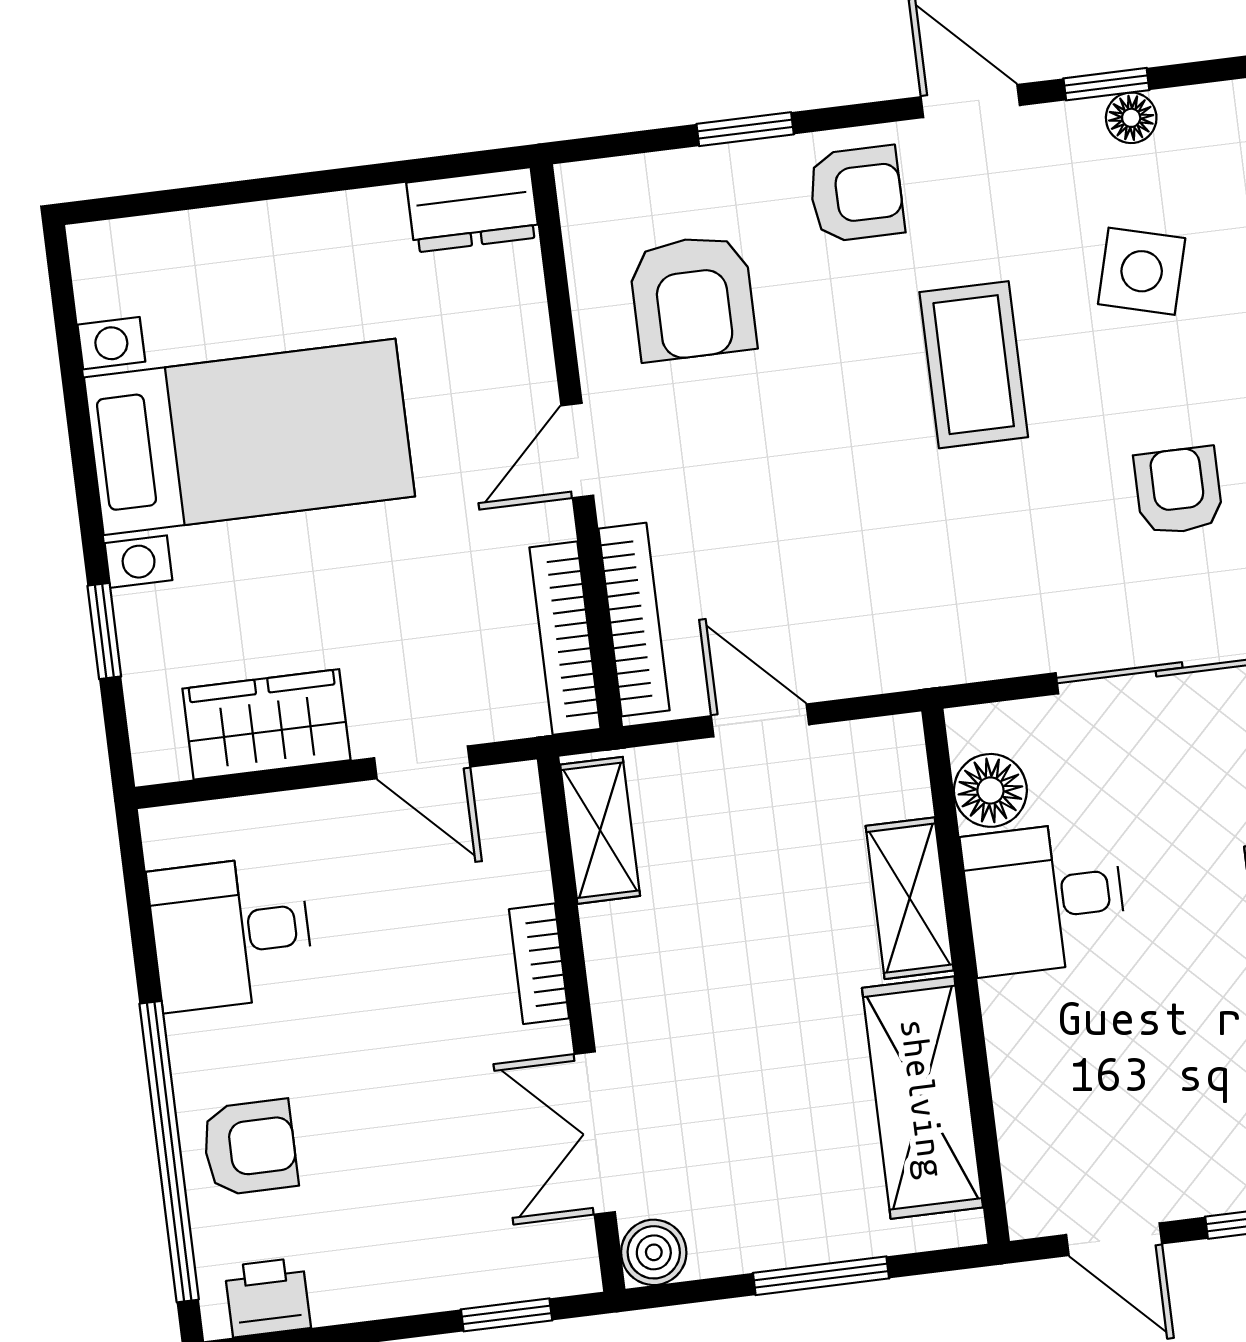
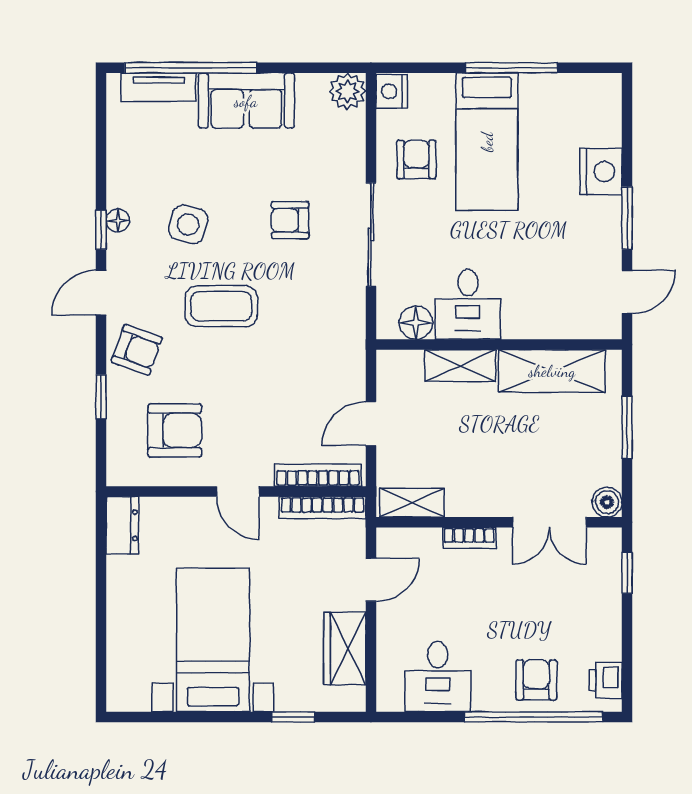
armchair: (856, 194) -> (137, 350), turned 110

